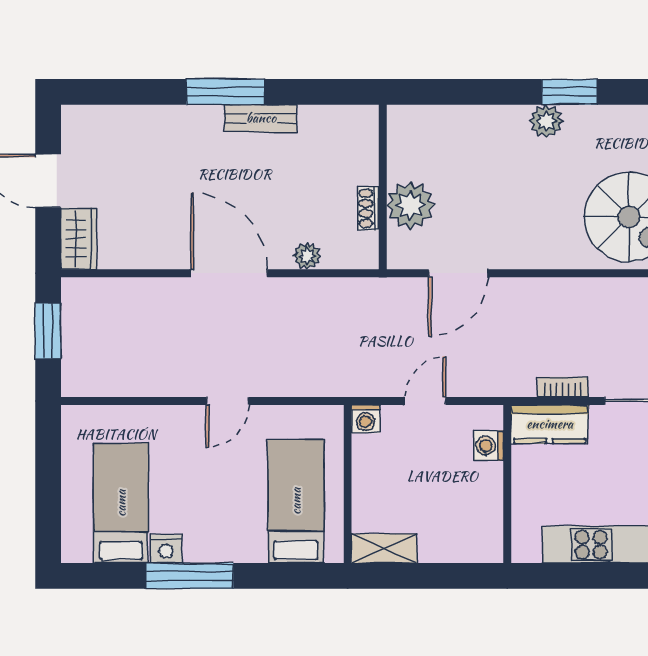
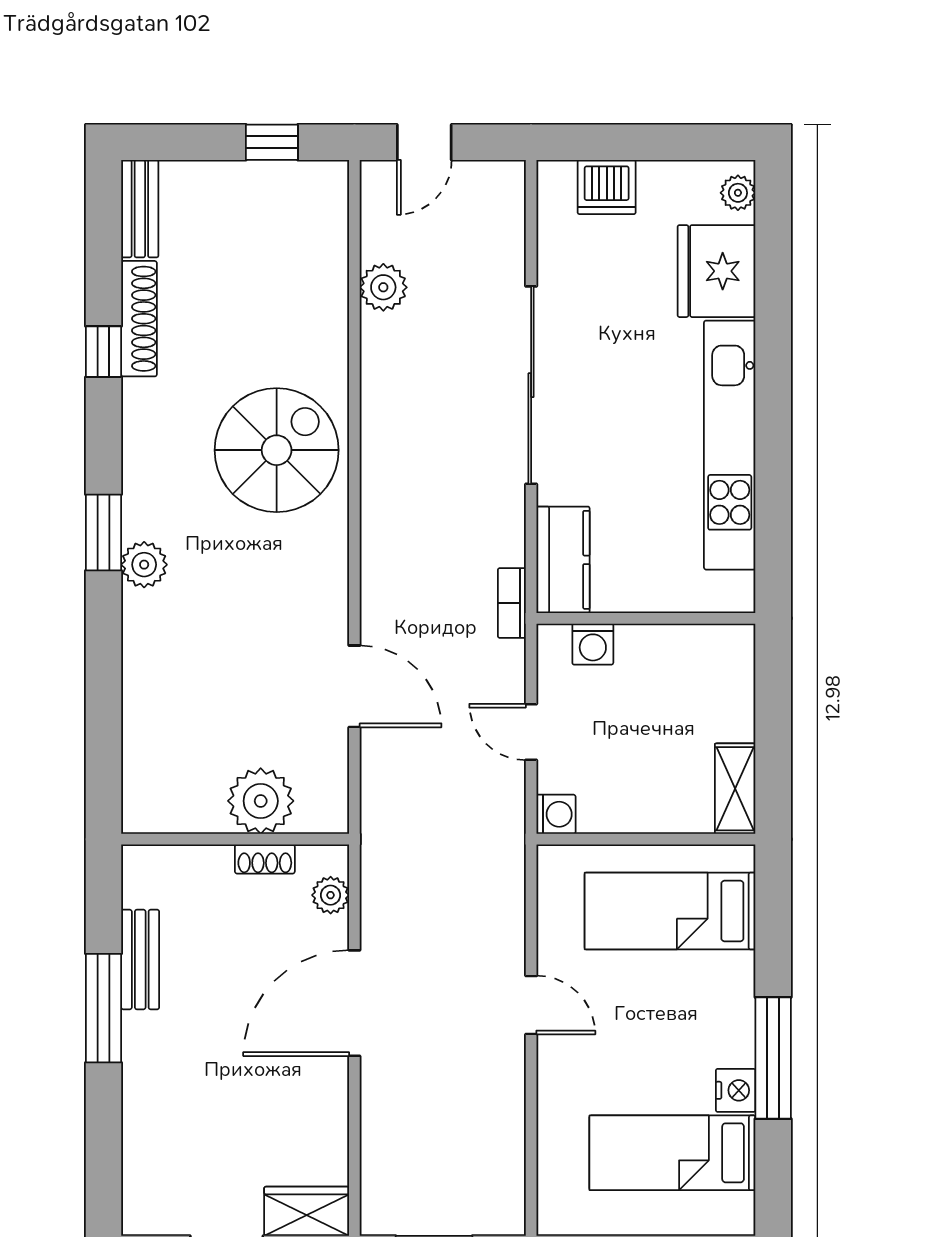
wall: (383, 187) -> (235, 839), moved
plant: (410, 205) -> (261, 801), moved
shoe rack: (368, 208) -> (265, 859), moved
bookcase: (563, 387) -> (512, 603), moved

